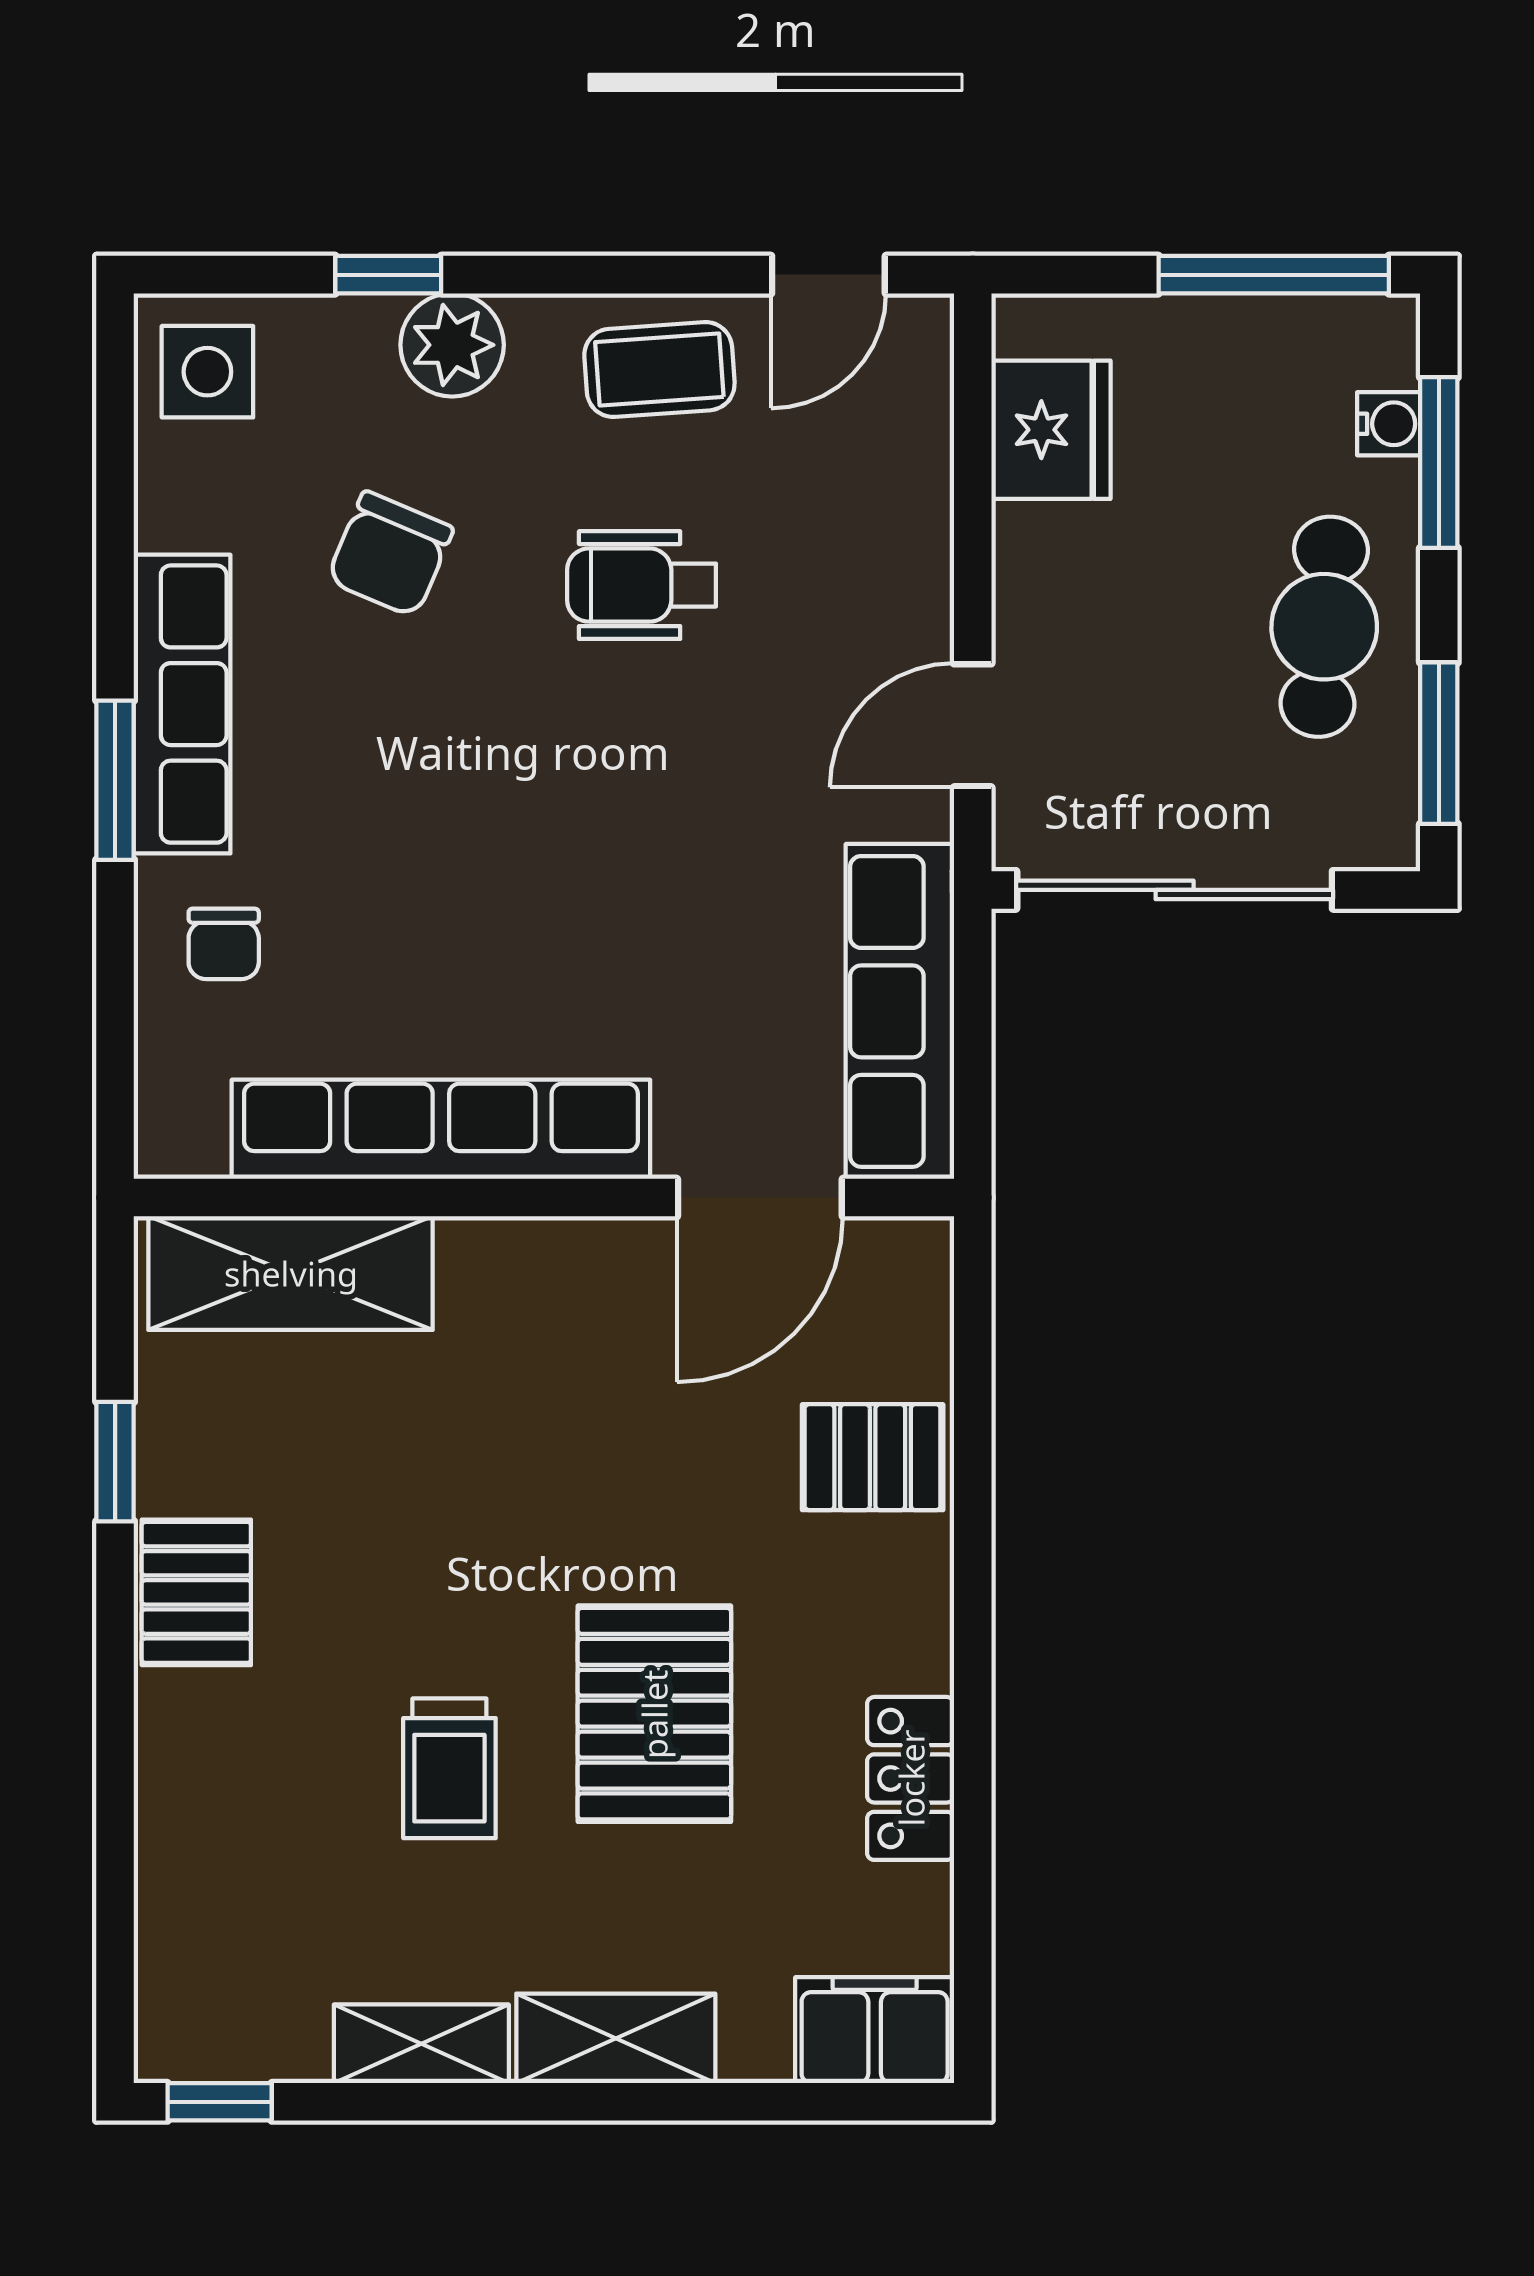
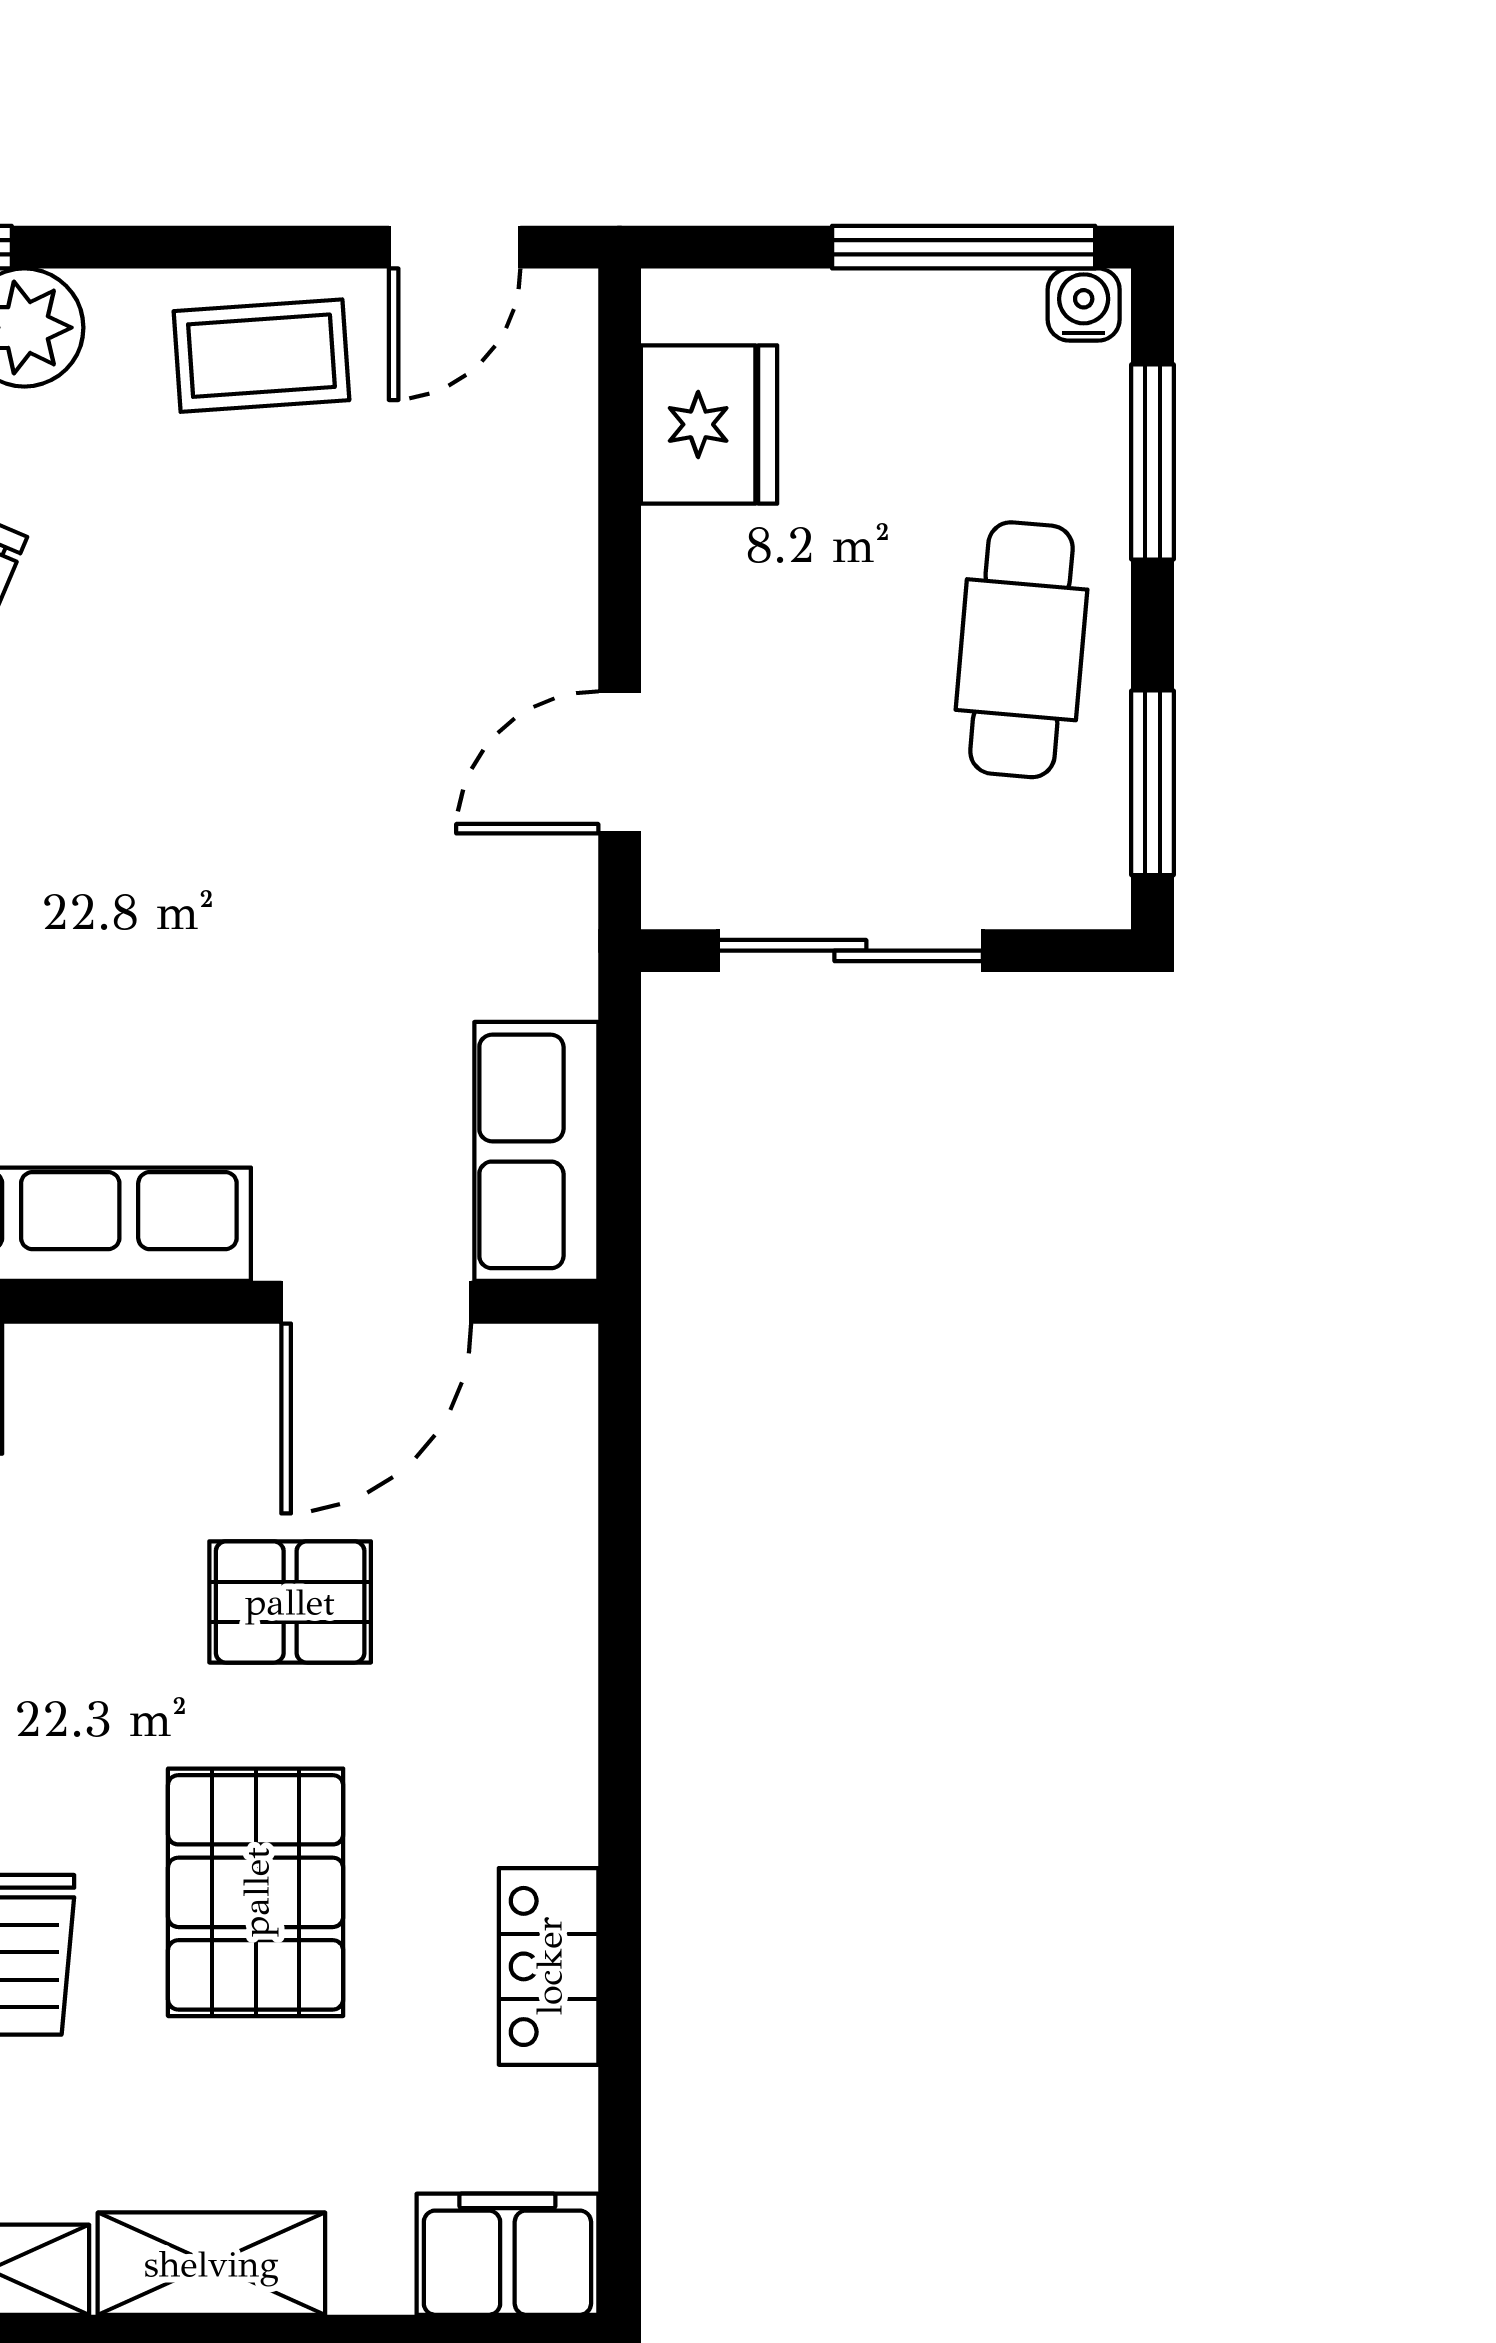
water cooler: (1389, 424) -> (1084, 305), moved, turned -90
wheelchair: (642, 585) -> (241, 602), removed
sliding door: (1175, 890) -> (850, 951), width x0.73
row of seats: (900, 1011) -> (536, 1151), width x0.68
pallet: (873, 1457) -> (290, 1602), moved

